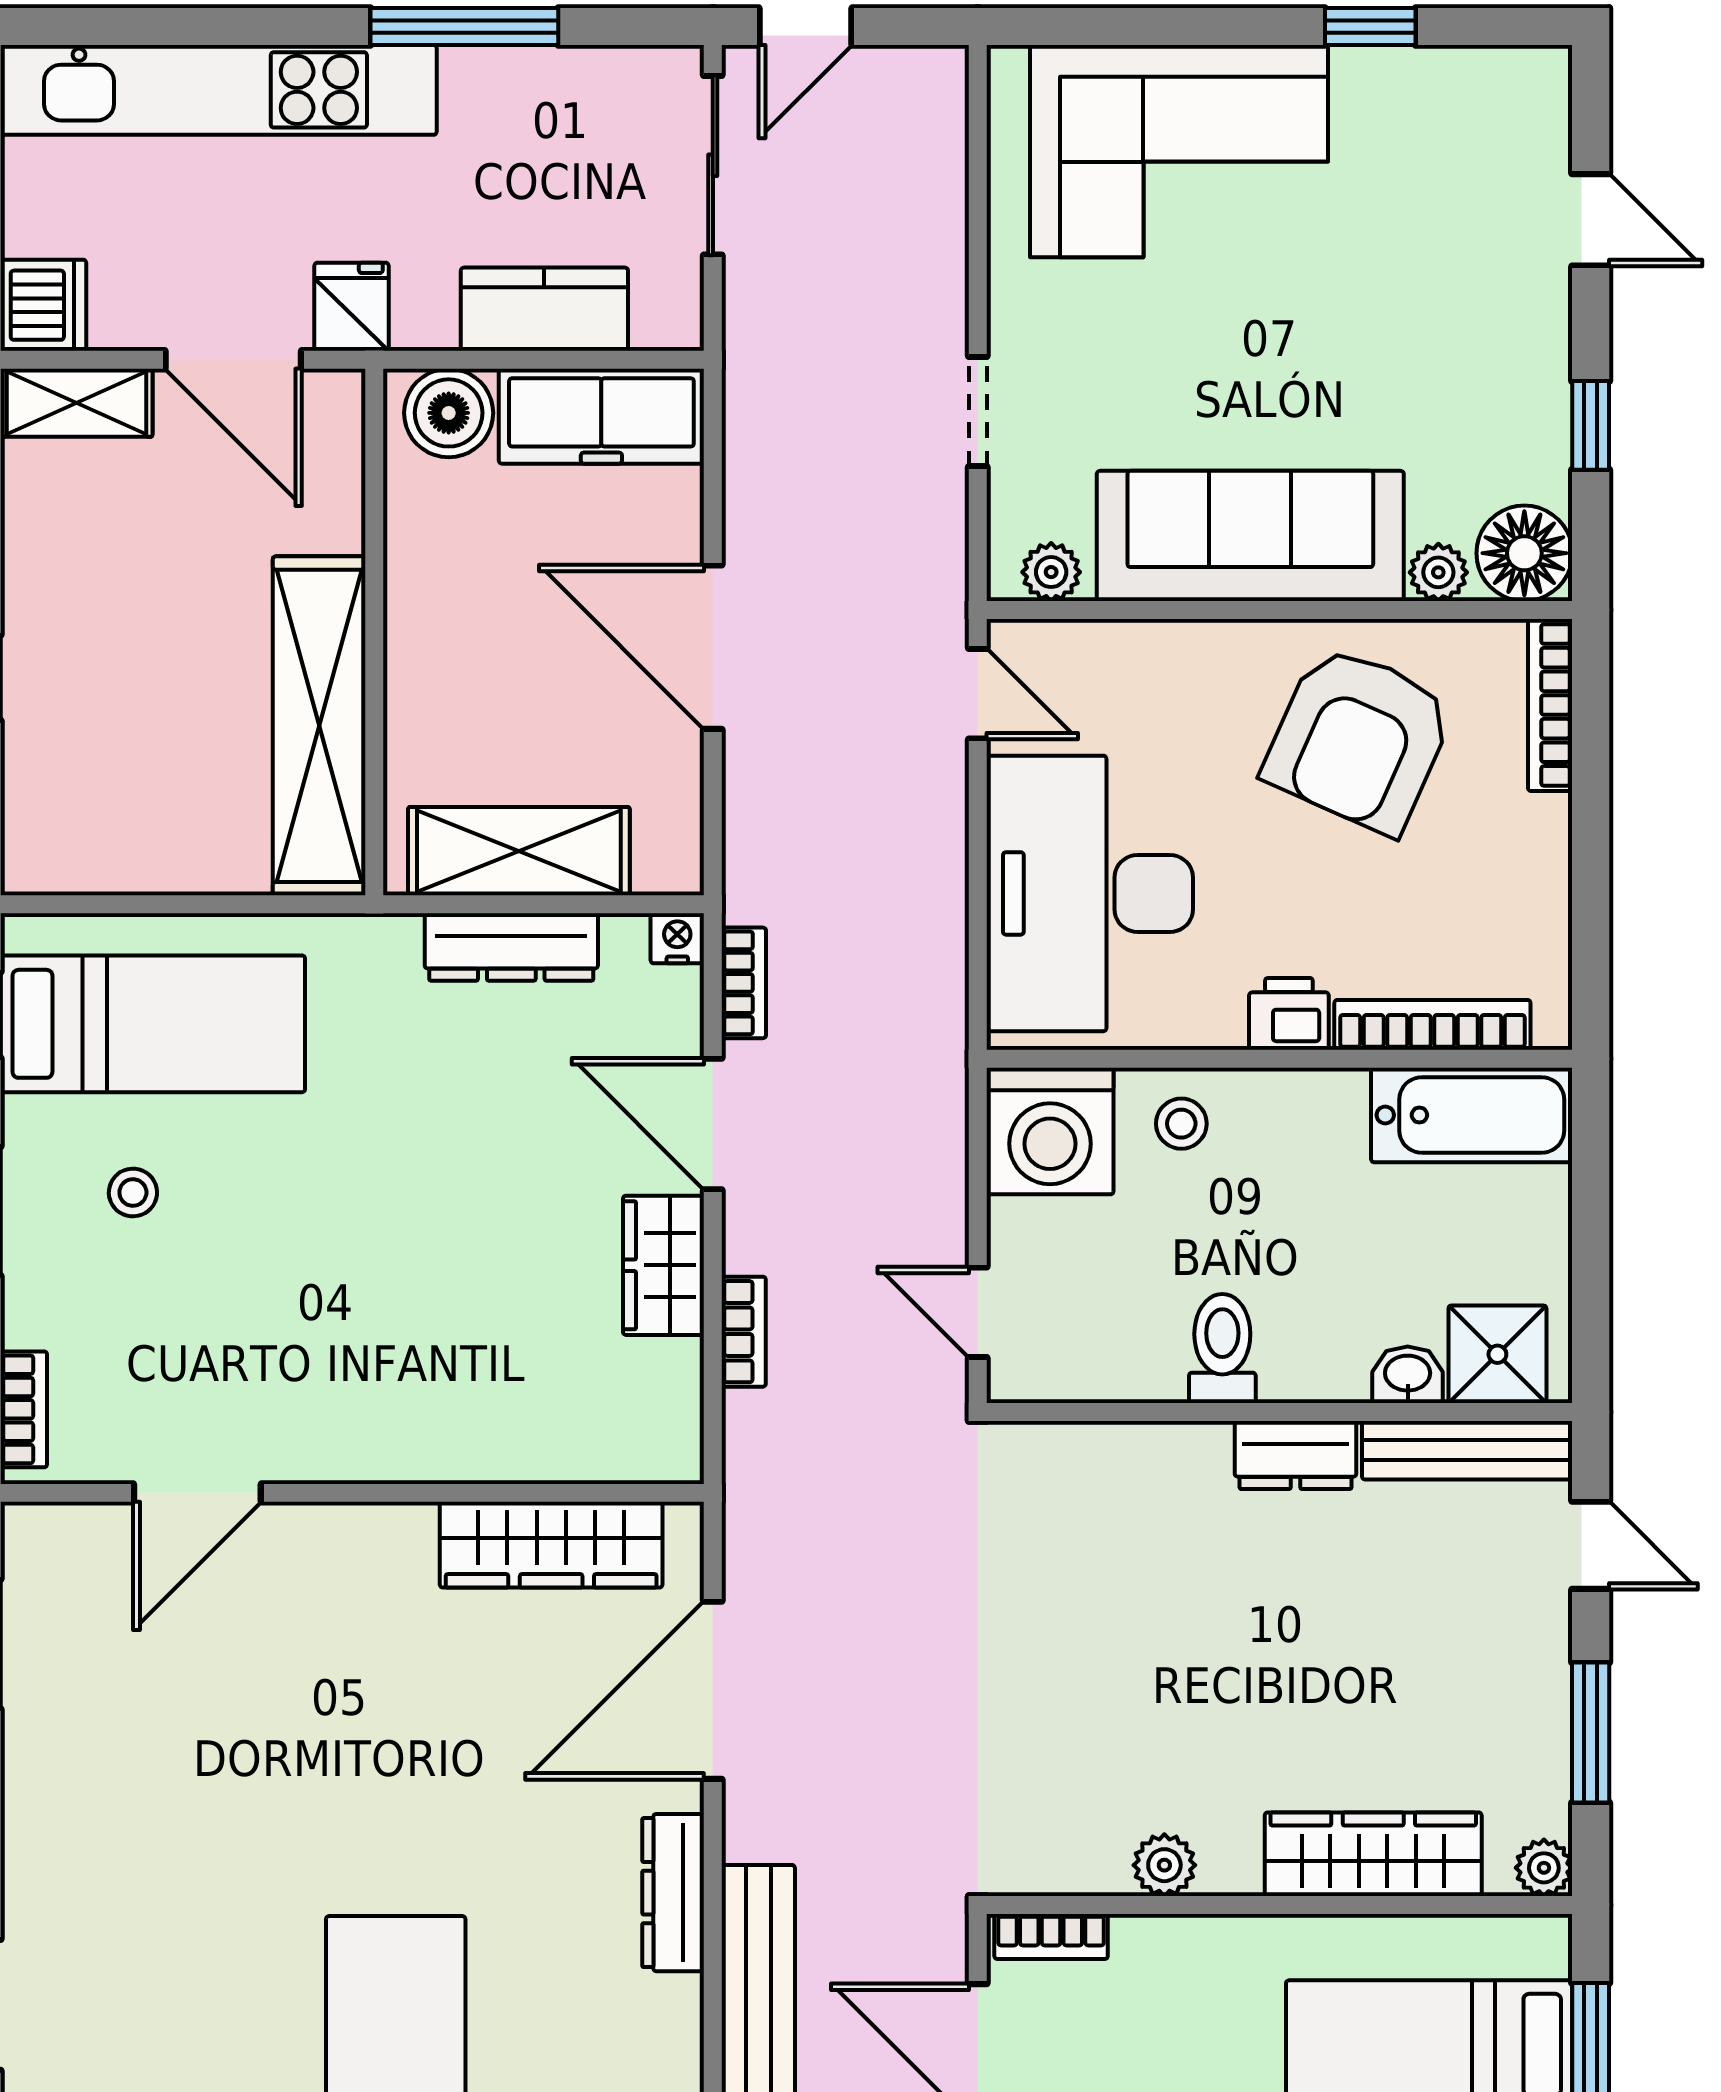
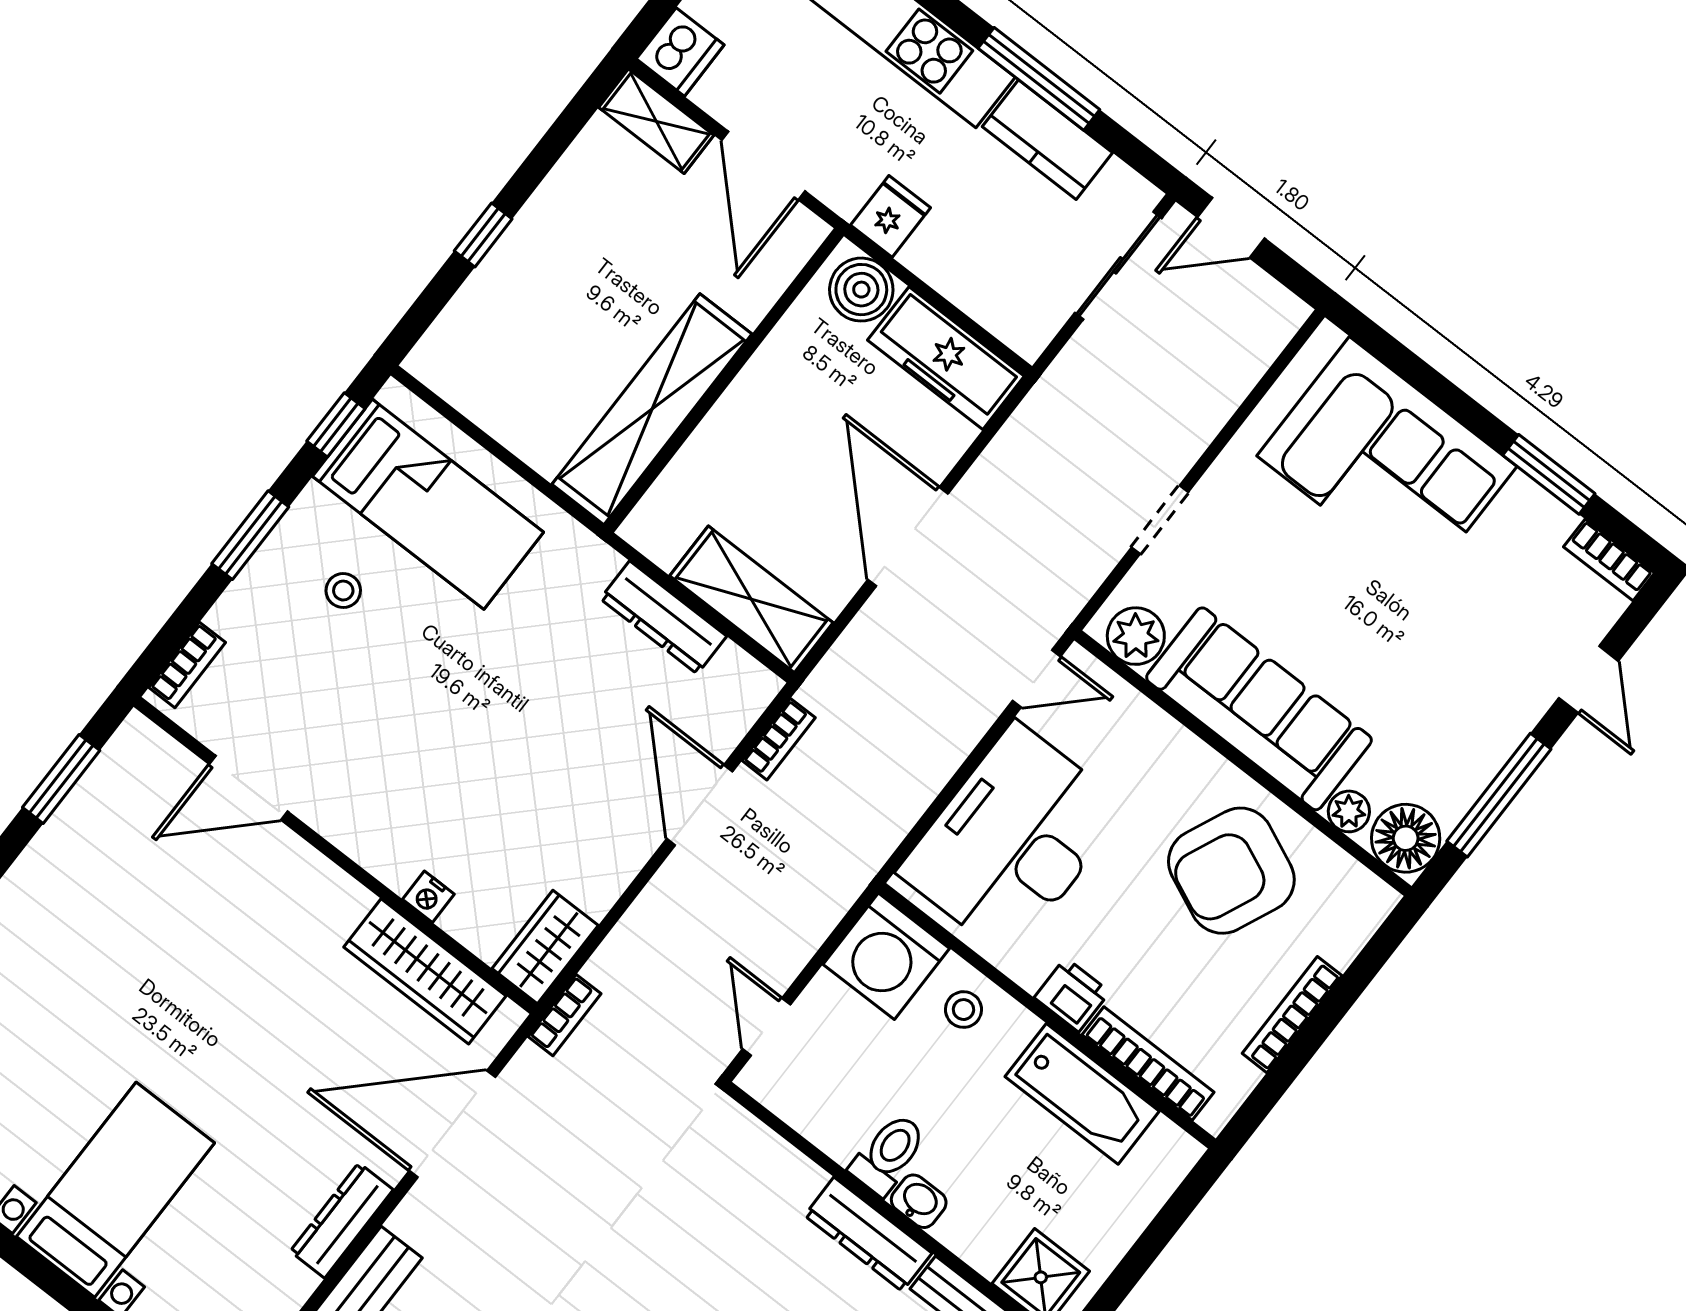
window: (1370, 26) -> (1549, 474), width x1.50
bookcase: (1510, 70) -> (1609, 560), added
fridge: (352, 307) -> (891, 216), moved
kitchen counter: (544, 309) -> (1047, 140), moved, turned 180
window: (1591, 425) -> (1499, 795), width x2.17
plant: (1051, 572) -> (1136, 636), width x1.38, depth x1.38
door: (978, 694) -> (1037, 679), hinge flipped
bookcase: (1550, 705) -> (1292, 1015), moved
shelving: (519, 851) -> (751, 599), moved
nightstand: (677, 938) -> (428, 897), moved, turned 180
bathtub: (1472, 1115) -> (1082, 1094), moved
wardrobe: (664, 1265) -> (545, 947), moved
bookcase: (744, 1332) -> (565, 1015), moved
washbasin: (1408, 1375) -> (919, 1201), moved
dresser: (1296, 1455) -> (868, 1234), width x1.44

